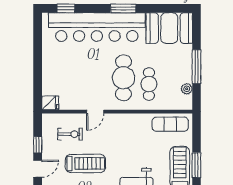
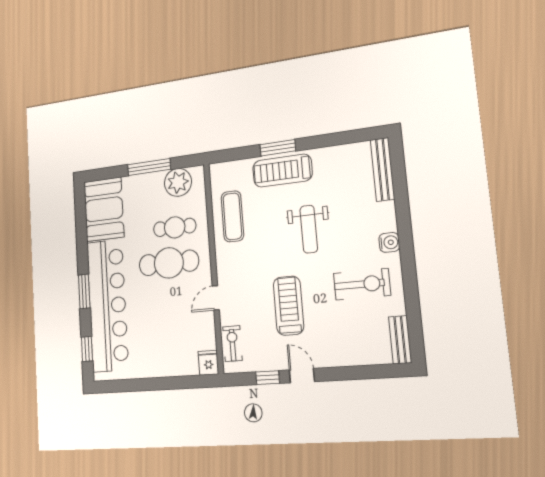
window: (123, 8) -> (84, 291), moved
plant: (187, 89) -> (178, 182), width x1.88, depth x1.88
door: (95, 112) -> (216, 298), swing flipped
exercise mat: (170, 124) -> (232, 216), moved
exercise bike: (70, 134) -> (232, 344), moved

